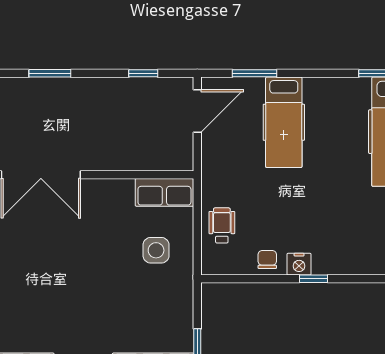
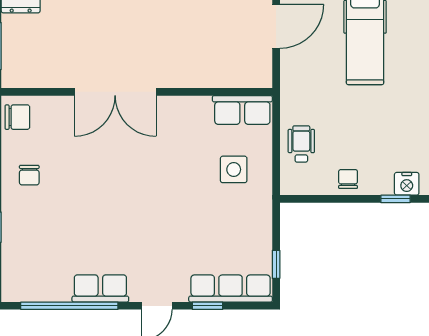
nightstand: (299, 264) -> (407, 184), moved

